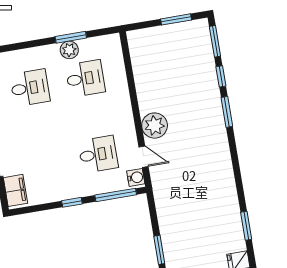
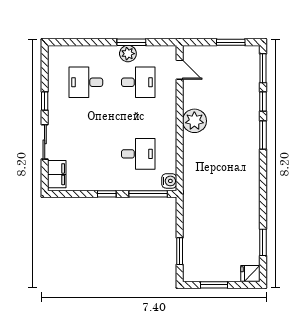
desk: (30, 88) -> (86, 82), turned 180
plant: (155, 126) -> (194, 121), moved
door: (144, 157) -> (180, 70), moved

